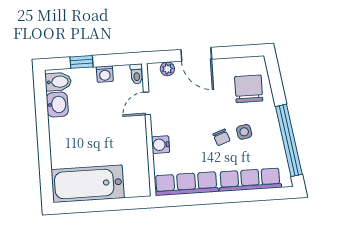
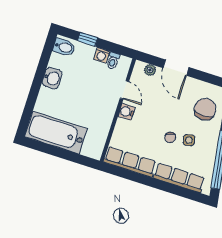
toilet: (137, 74) -> (113, 61), moved
door: (147, 103) -> (124, 90), swing flipped
washbasin: (57, 105) -> (52, 78), moved
water cooler: (160, 145) -> (126, 112), moved

